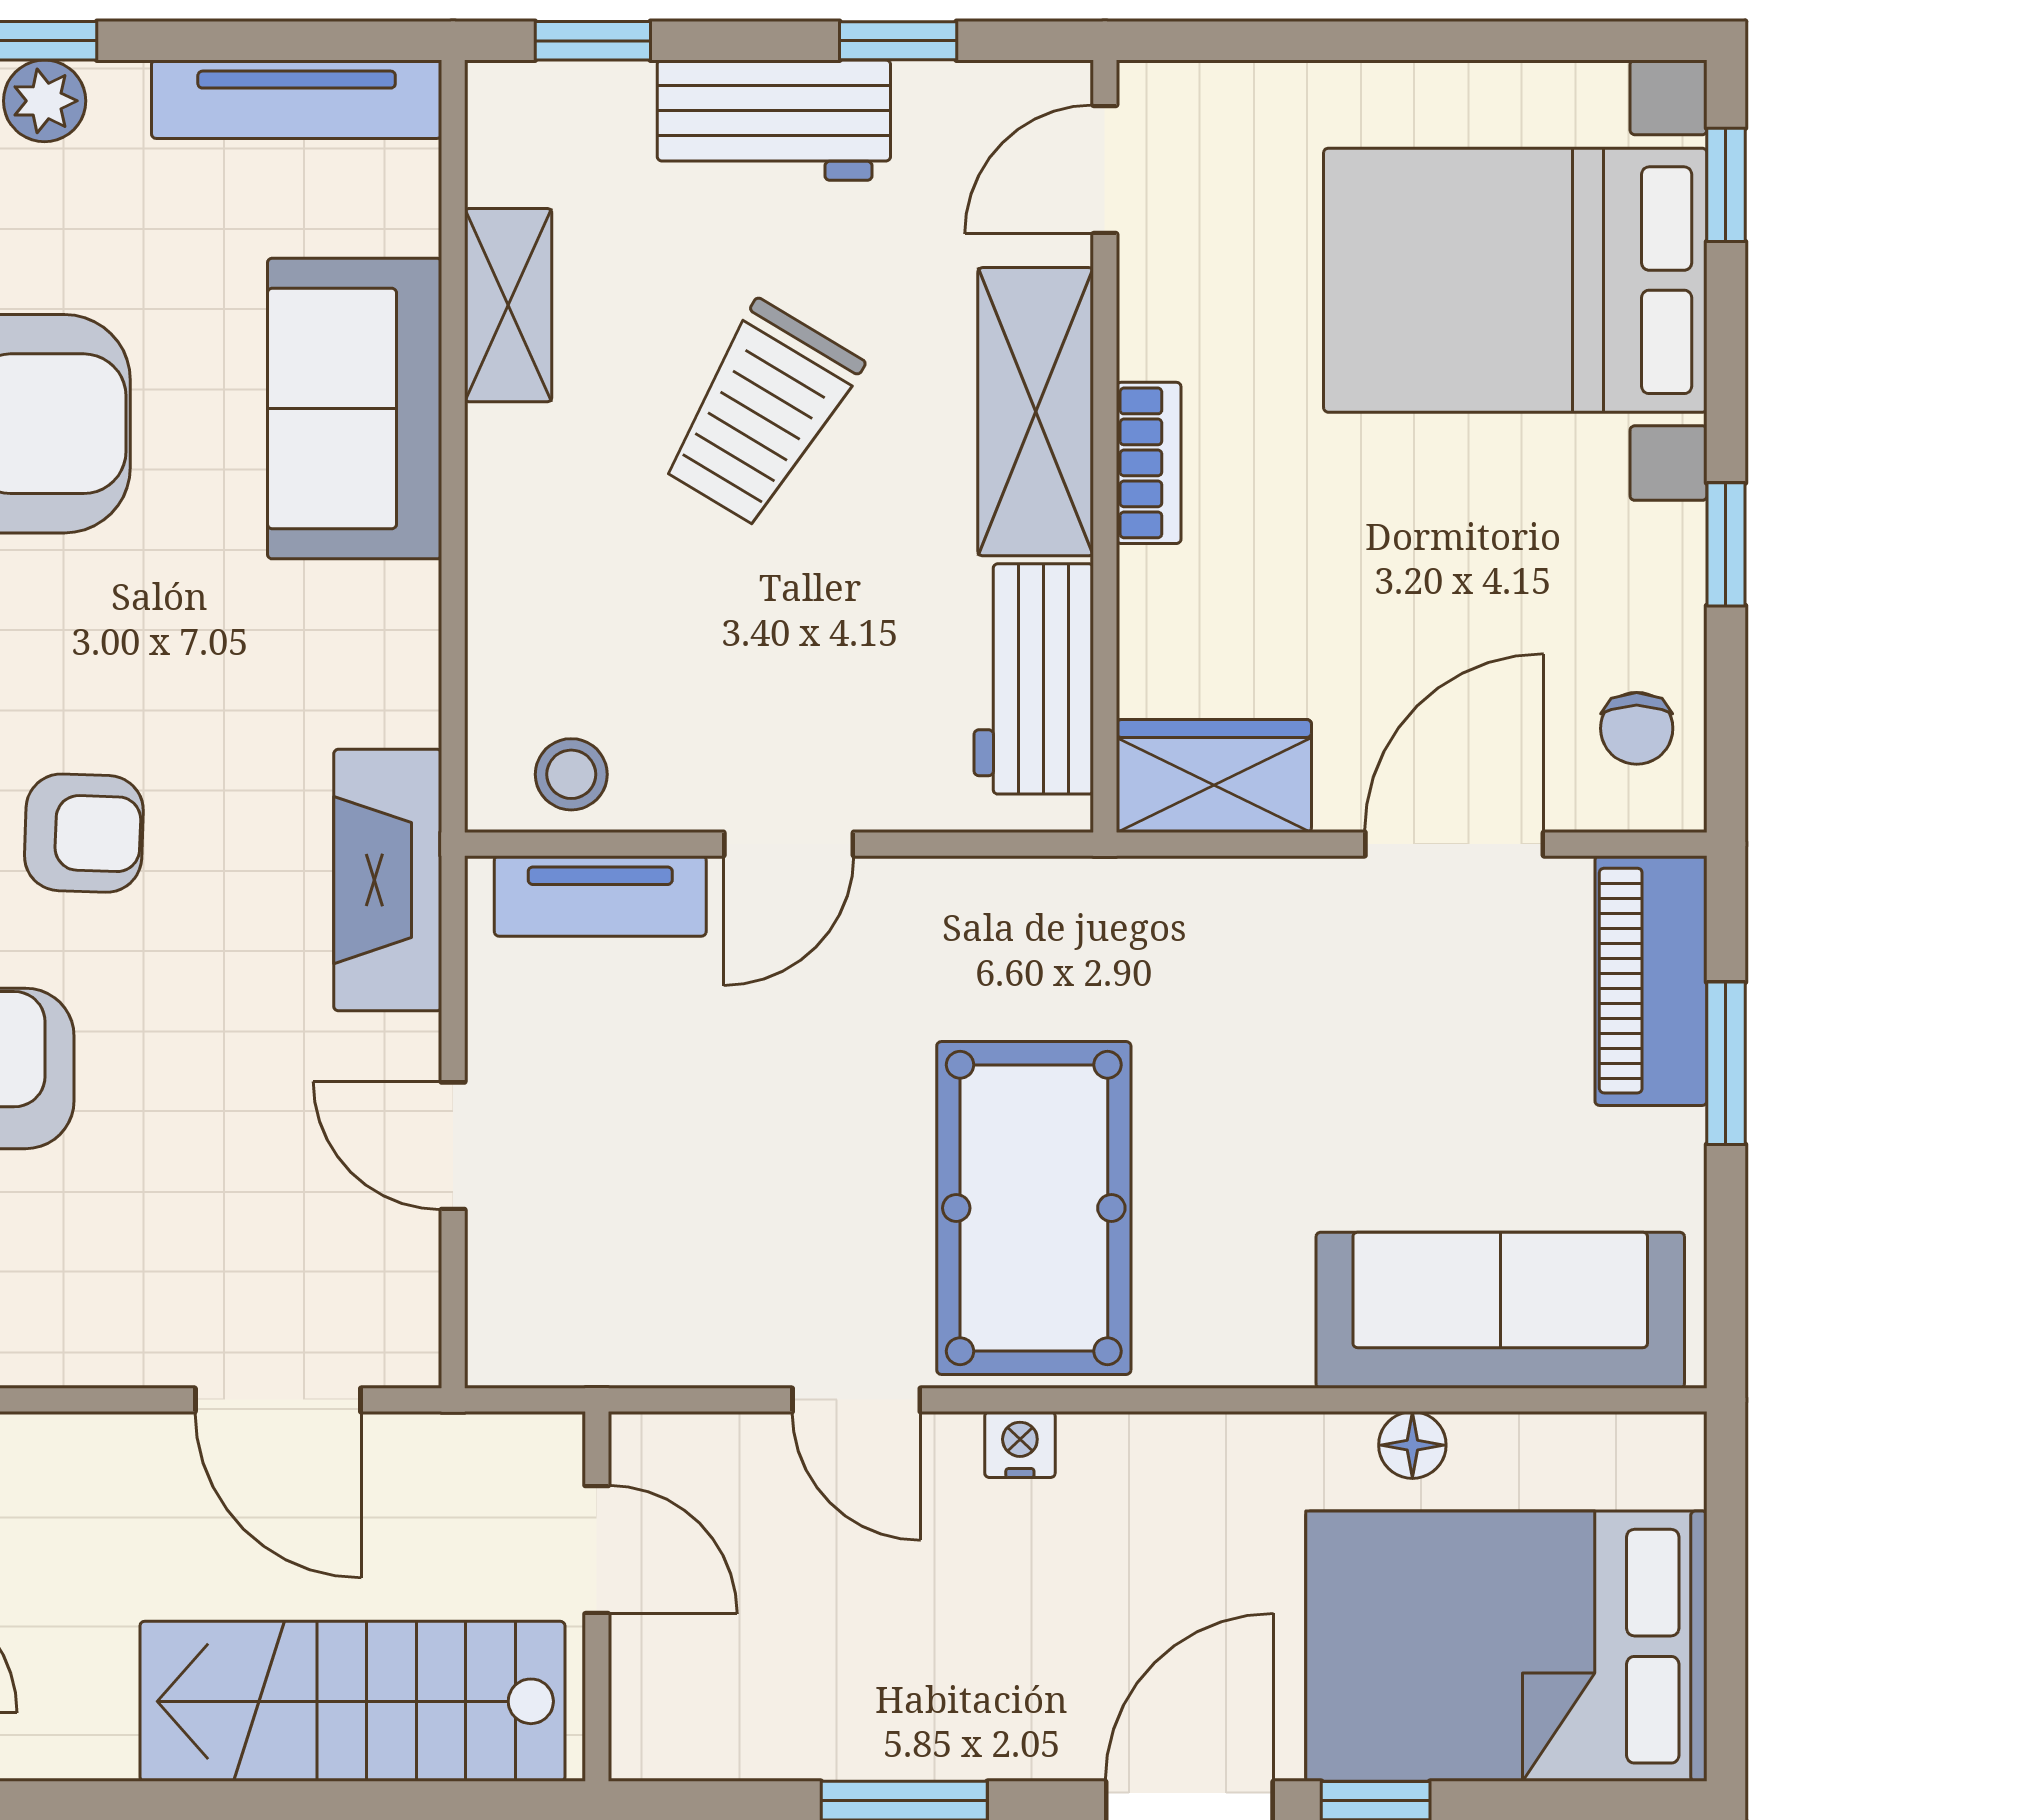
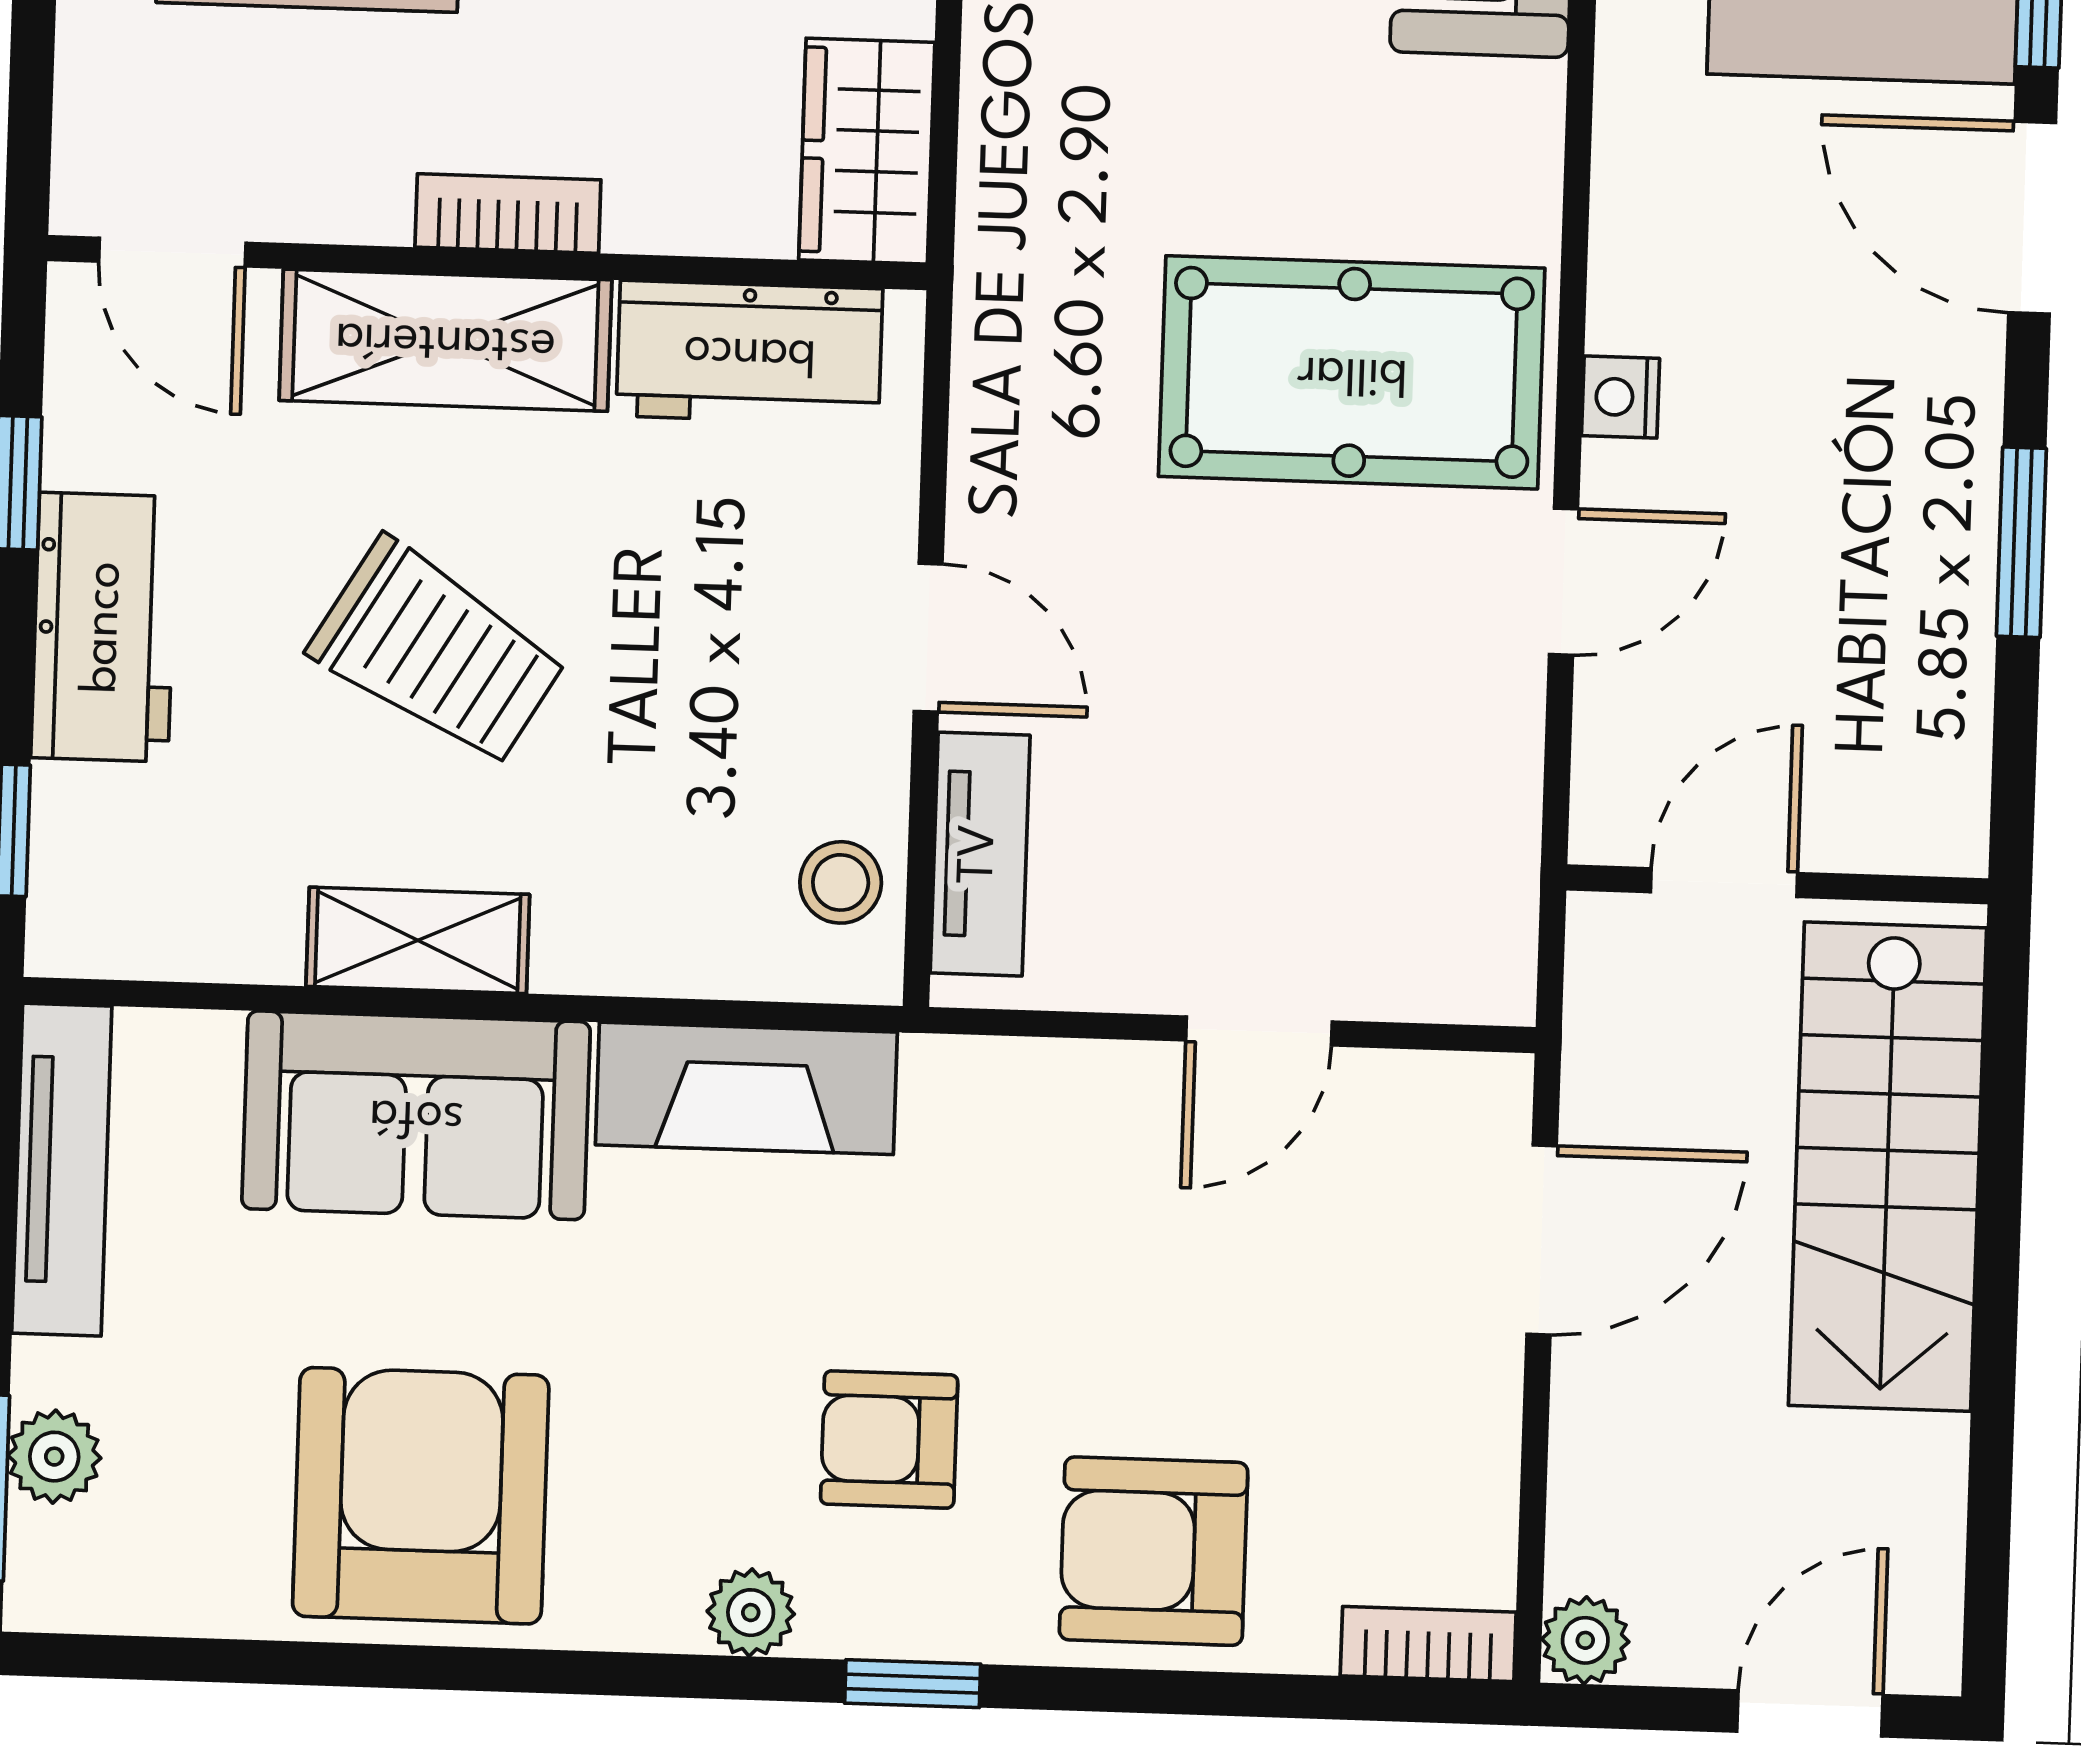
shelving: (508, 305) -> (418, 940), moved
armchair: (84, 833) -> (889, 1439), turned -92
fireplace: (388, 880) -> (746, 1088), moved

